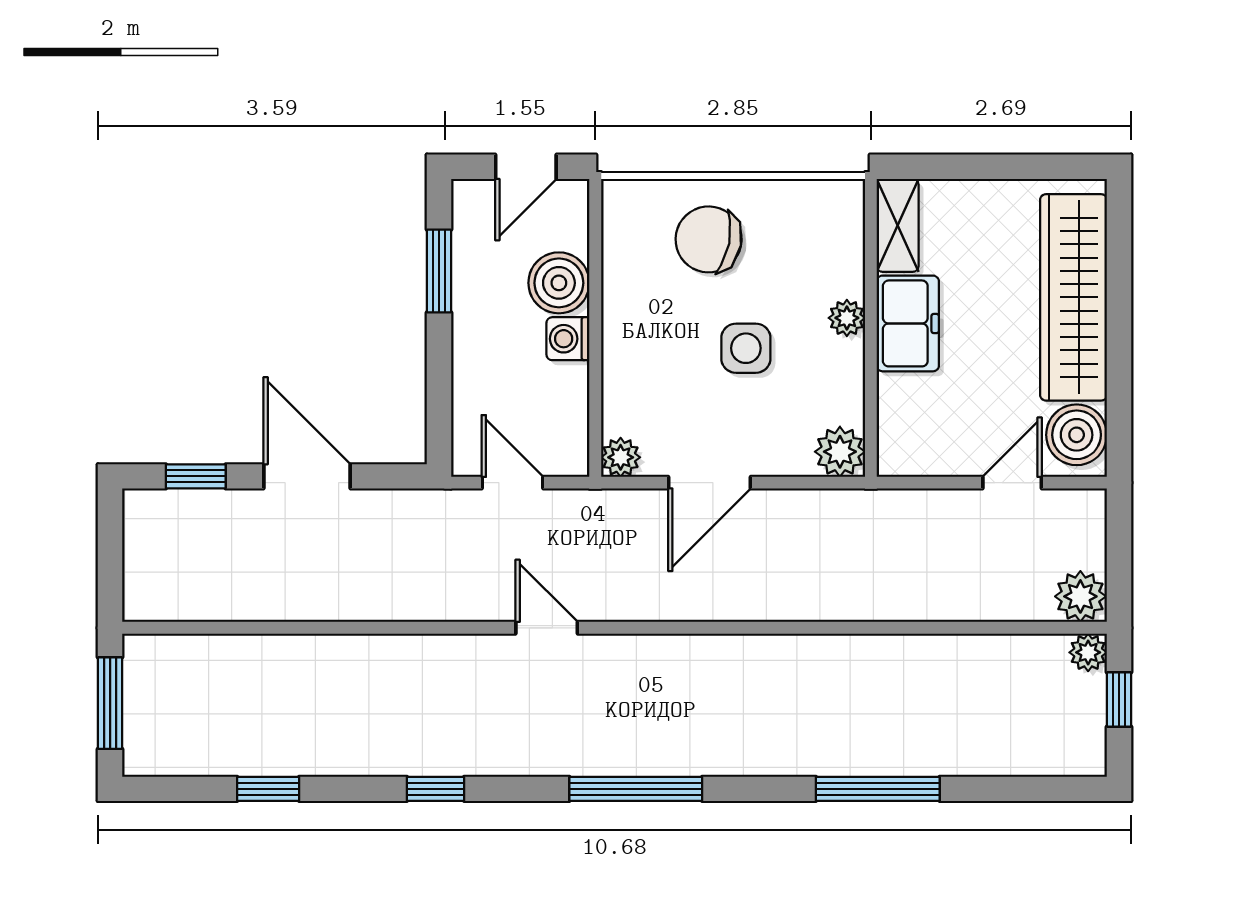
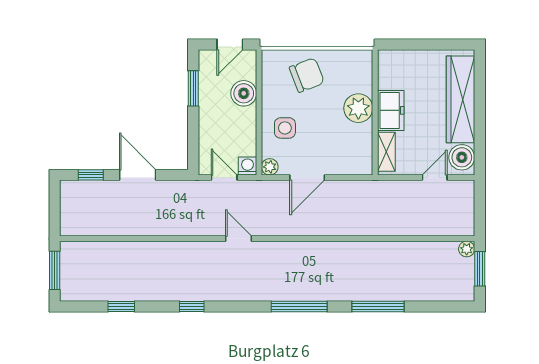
shelving: (898, 225) -> (386, 152), moved
chair: (709, 239) -> (307, 75), turned 148
plant: (847, 318) -> (358, 108), width x1.88, depth x1.88
washing machine: (568, 339) -> (248, 166), moved, turned 90
side table: (746, 348) -> (285, 128), moved
plant: (840, 452) -> (362, 164), removed
plant: (1080, 596) -> (463, 225), removed
window: (1119, 699) -> (480, 269), width x1.50
window: (636, 789) -> (299, 306), moved

